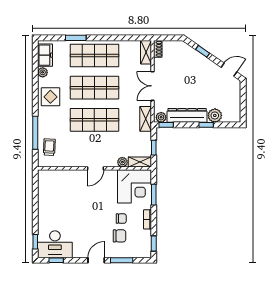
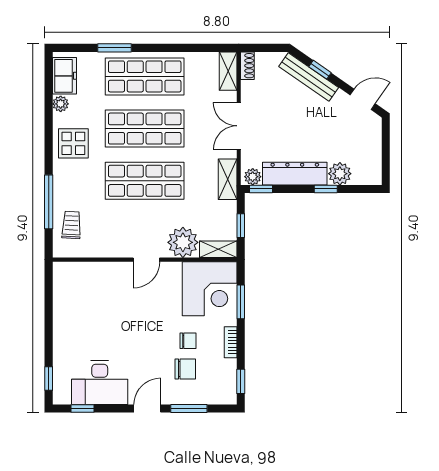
bench: (196, 56) -> (309, 77), added
plant: (122, 162) -> (183, 242), width x1.87, depth x1.87
desk: (55, 244) -> (100, 383), moved

